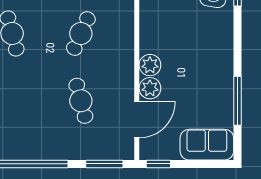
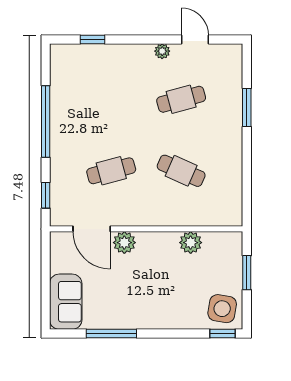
plant: (150, 65) -> (191, 243), moved
window: (104, 164) -> (46, 195), width x0.67
window: (158, 164) -> (46, 251), removed

